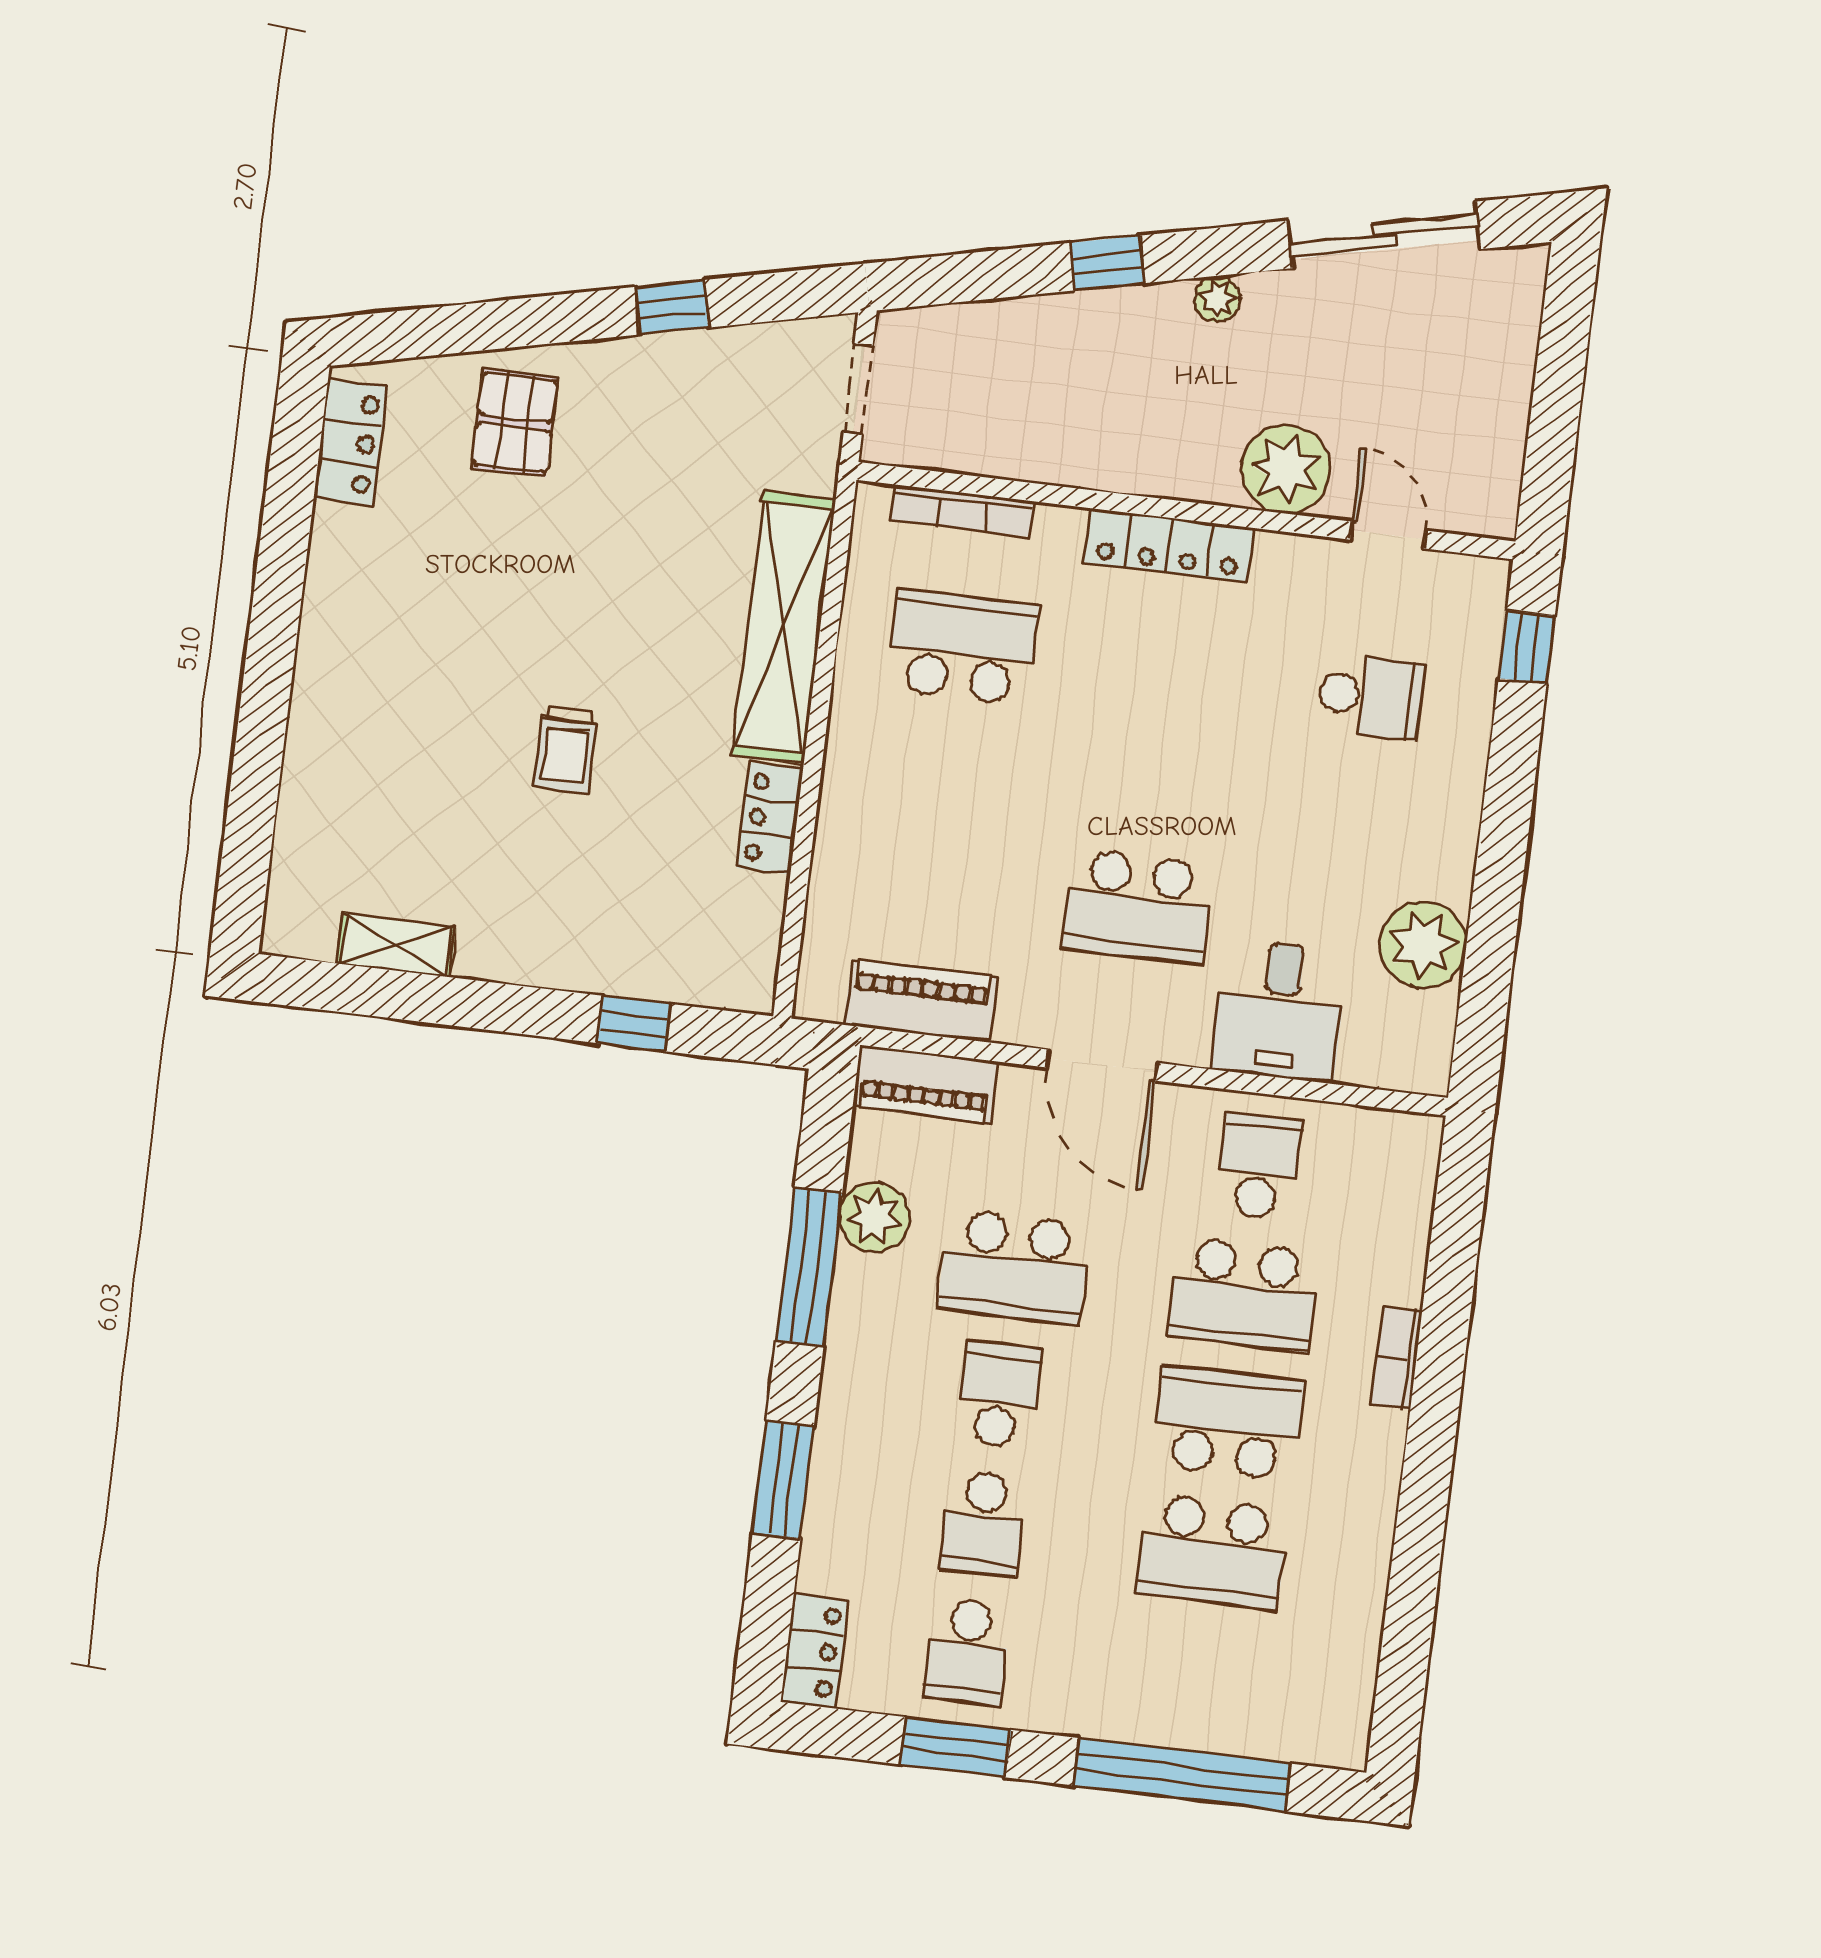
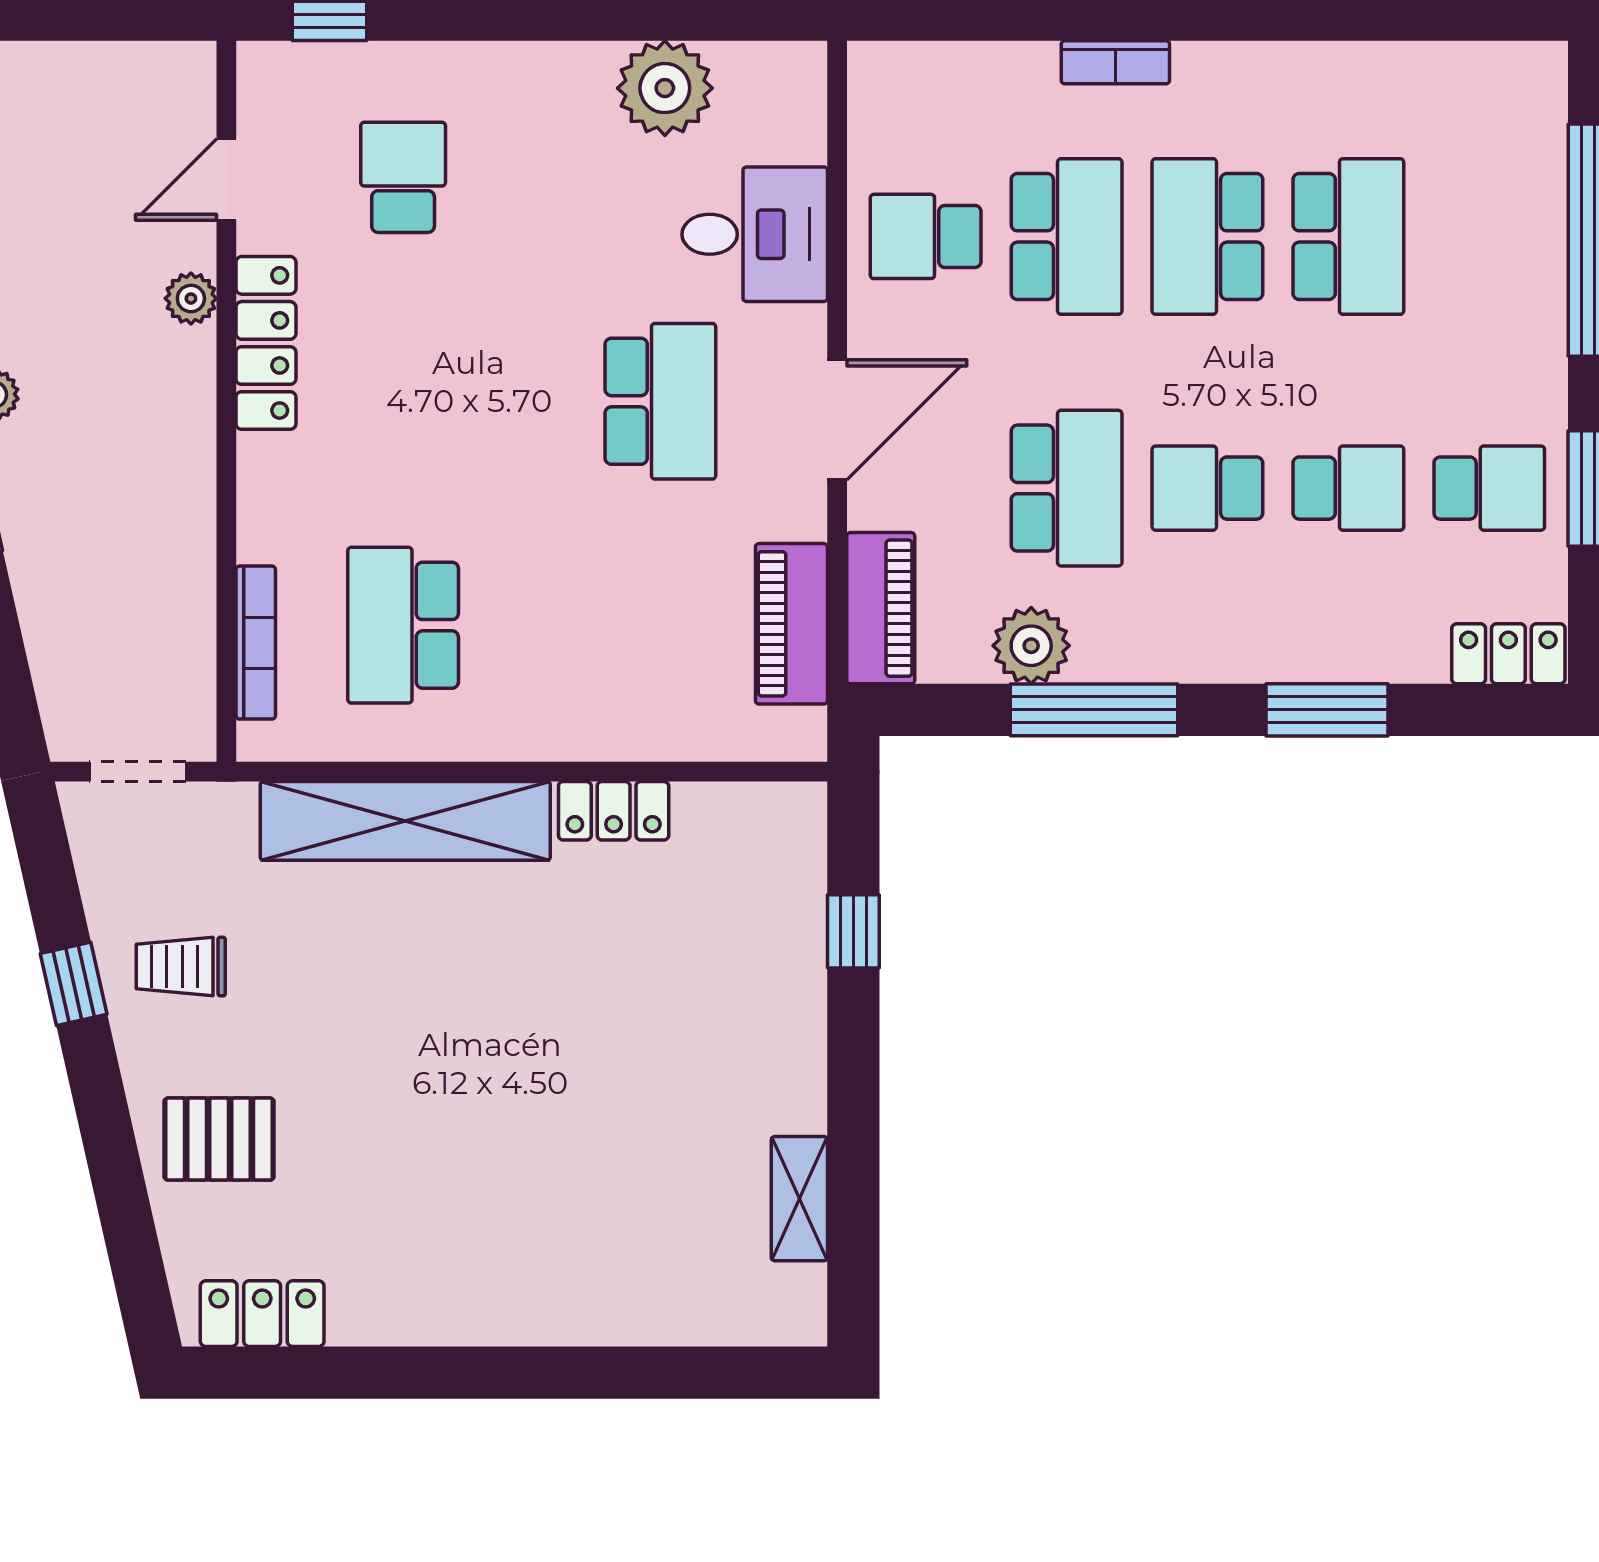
plant: (1286, 469) -> (191, 298), width x0.53, depth x0.53
locker: (1169, 545) -> (266, 343), moved
trolley: (566, 750) -> (181, 967), moved, turned 180

